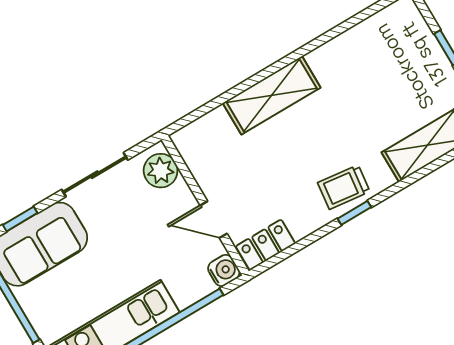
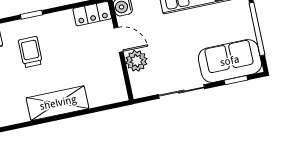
plant: (161, 171) -> (136, 61), moved
trolley: (344, 187) -> (30, 52), moved, turned -97

